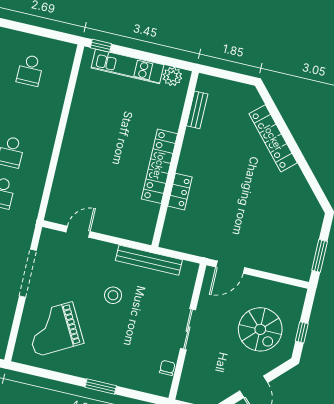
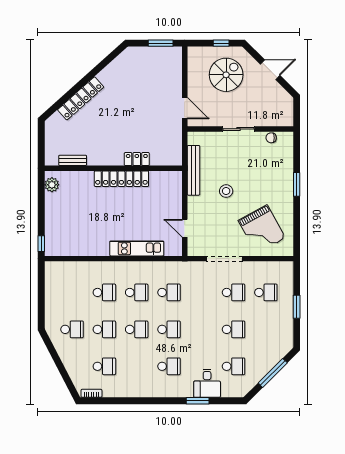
kitchen unit: (128, 66) -> (137, 248), moved, turned -90
school desk: (30, 70) -> (104, 292), moved

